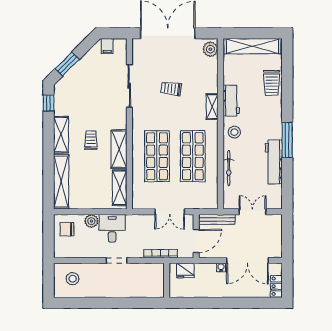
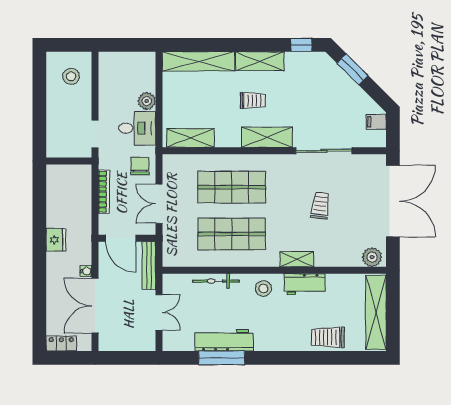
window: (287, 140) -> (222, 358), moved
shelving: (119, 149) -> (267, 137), moved
chair: (67, 229) -> (140, 166), moved
fridge: (185, 270) -> (56, 240), moved, turned 180
wall: (167, 280) -> (69, 161), moved

